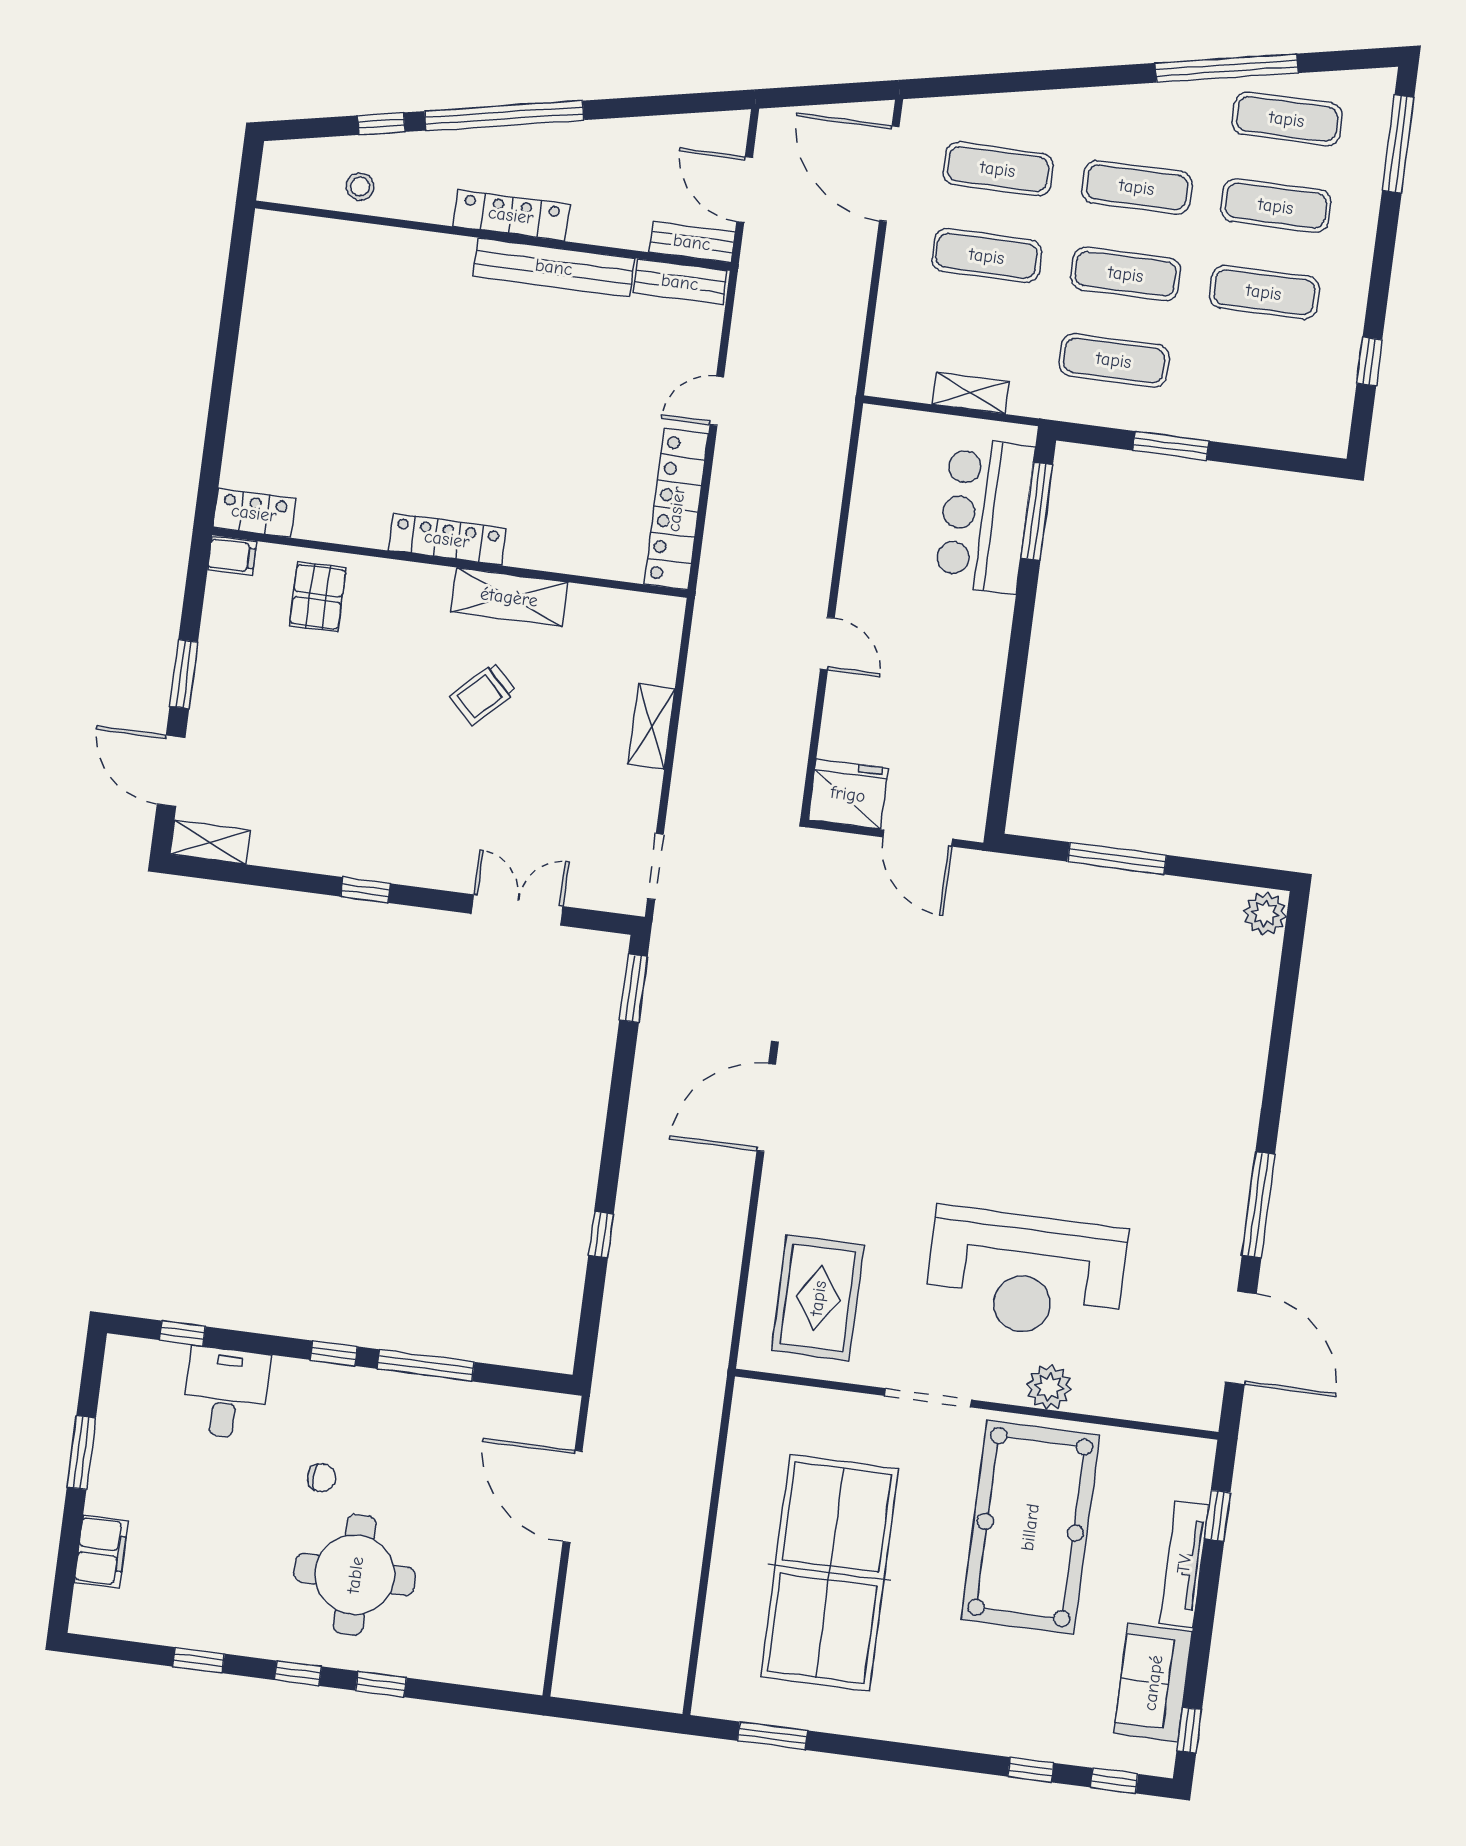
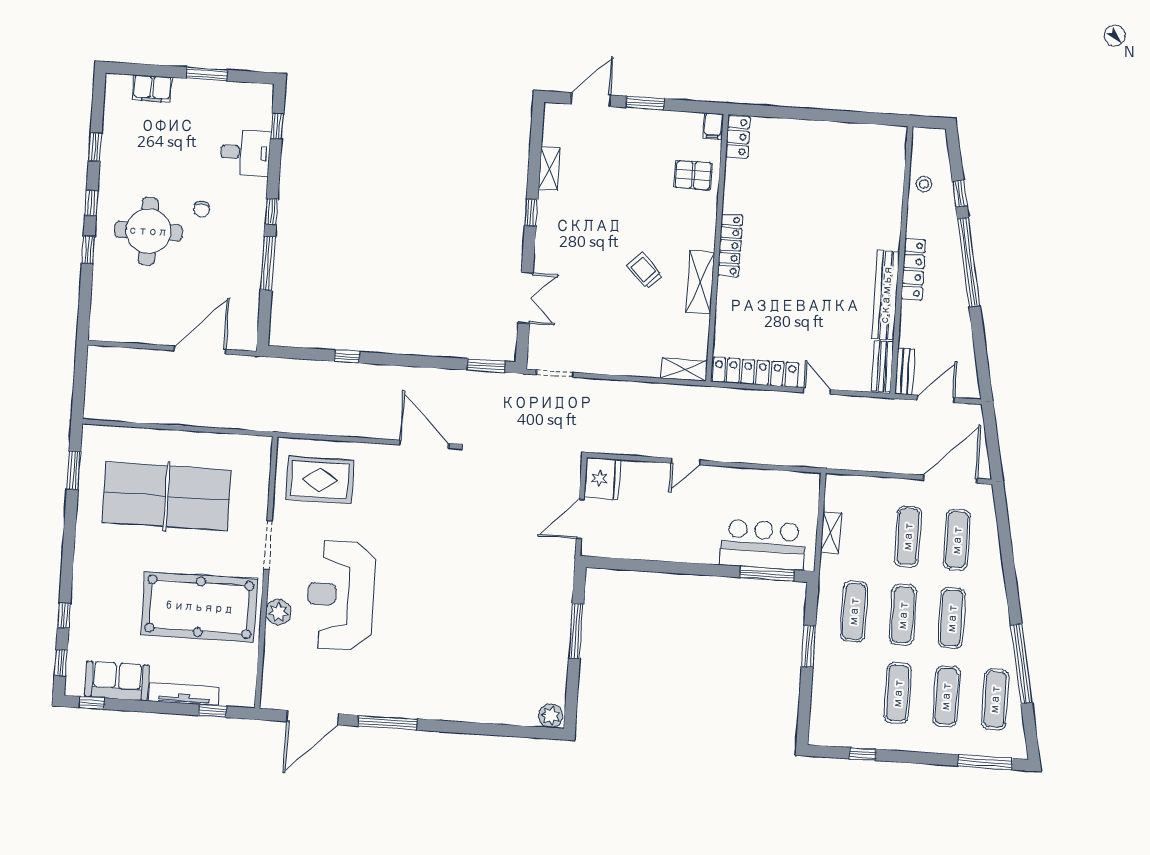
shelving: (651, 727) -> (684, 370), moved
shelving: (210, 842) -> (549, 169), moved

